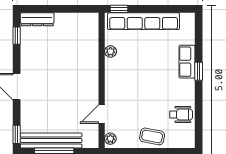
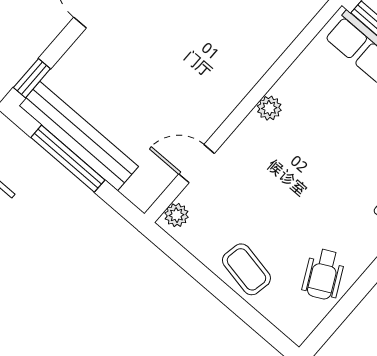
plant: (110, 51) -> (269, 108), moved
wheelchair: (181, 115) -> (323, 274), turned 63

